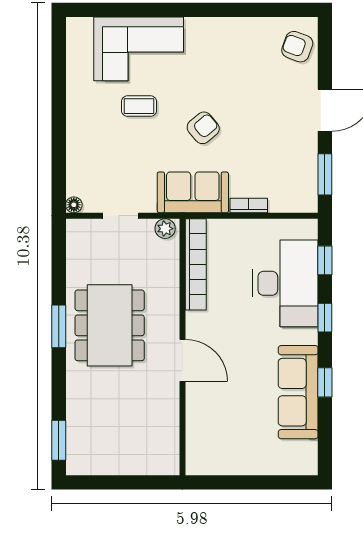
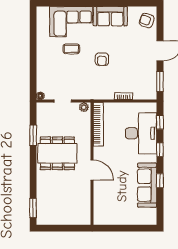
armchair: (203, 128) -> (102, 59), turned 130
sofa: (193, 192) -> (110, 16), moved, turned 180
dining table: (110, 325) -> (57, 153), turned 90
window: (59, 326) -> (33, 135), moved

